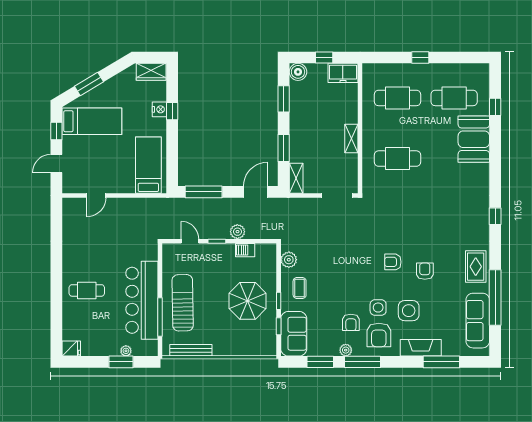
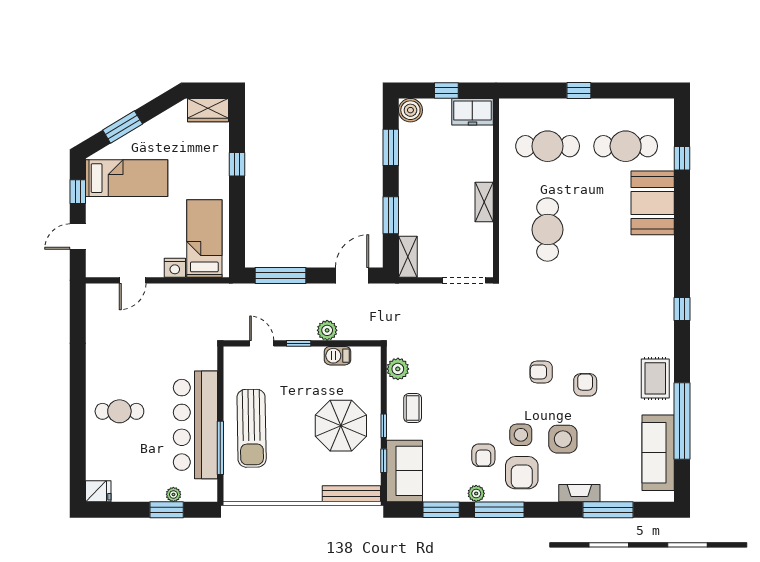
nightstand: (159, 109) -> (175, 268), moved, turned 90
cafe table: (397, 159) -> (548, 230), turned 90
sun lounger: (183, 303) -> (252, 428), turned 180
fireplace: (421, 348) -> (579, 493), width x0.73, depth x0.76
bench: (191, 350) -> (351, 494), moved

